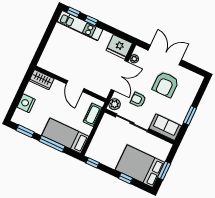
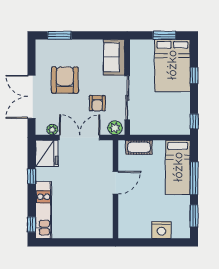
window: (91, 21) -> (32, 177), moved
wardrobe: (42, 80) -> (126, 225), removed
armchair: (166, 84) -> (65, 80), turned -90
window: (190, 115) -> (59, 35), moved

